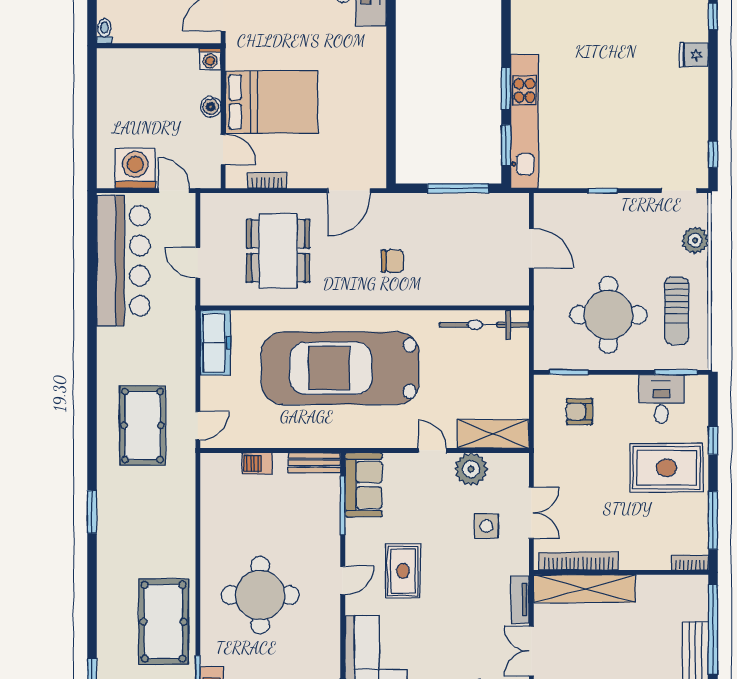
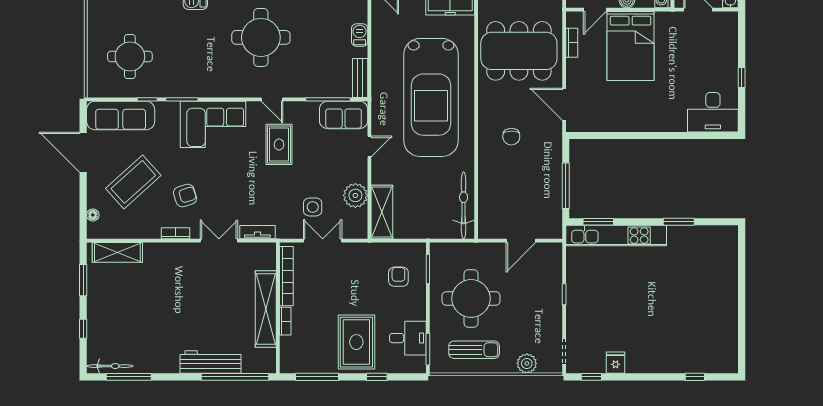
fridge: (694, 55) -> (616, 363), moved
window: (506, 88) -> (679, 222), moved
dining table: (278, 251) -> (519, 51), width x1.36, depth x1.24
sun lounger: (677, 311) -> (474, 350), turned 180
car: (340, 368) -> (431, 97), turned 180
door: (432, 450) -> (369, 147), moved
double door: (531, 513) -> (323, 241), swing flipped
bookcase: (690, 563) -> (285, 321), moved
rug: (403, 571) -> (279, 144), turned 90
shelving: (585, 589) -> (266, 309), moved

